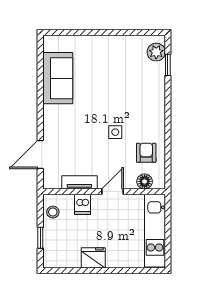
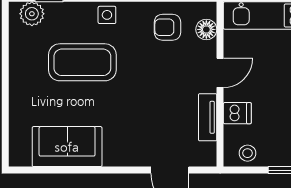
coffee table: (120, 90) -> (82, 62), added
side table: (115, 132) -> (107, 15), moved
door: (112, 192) -> (220, 73), swing flipped

